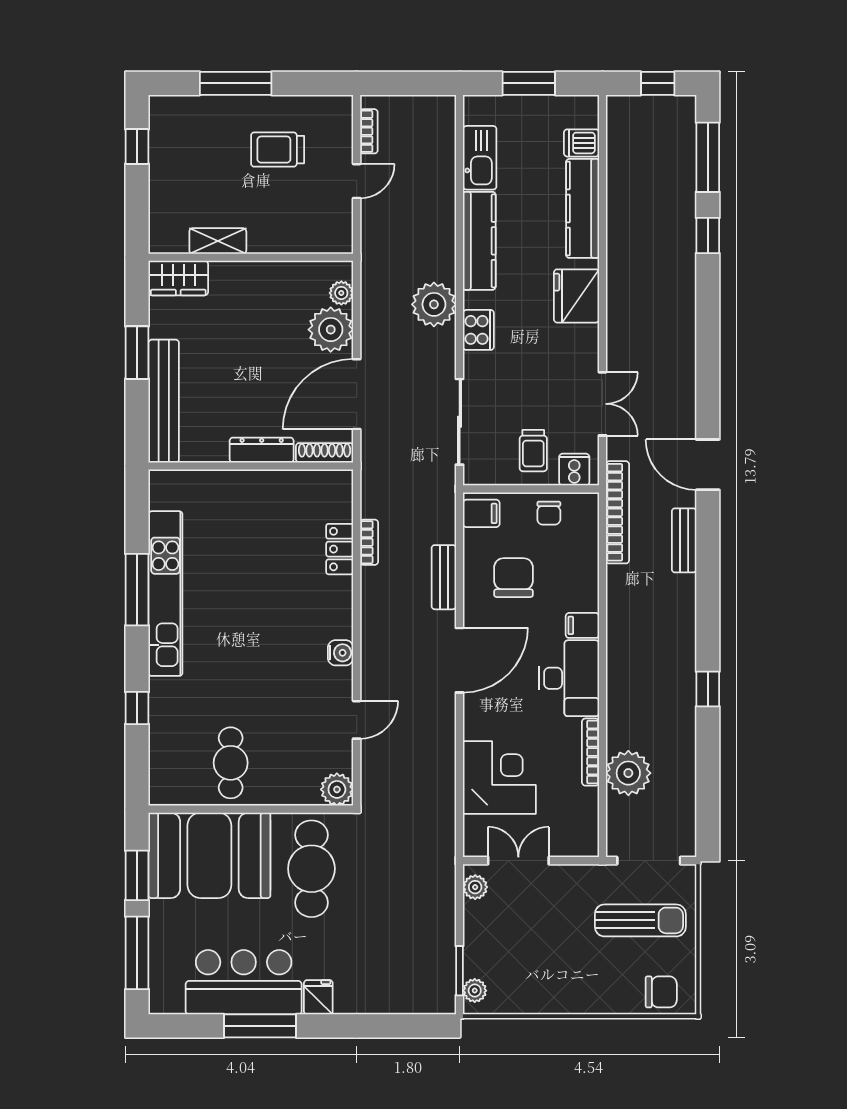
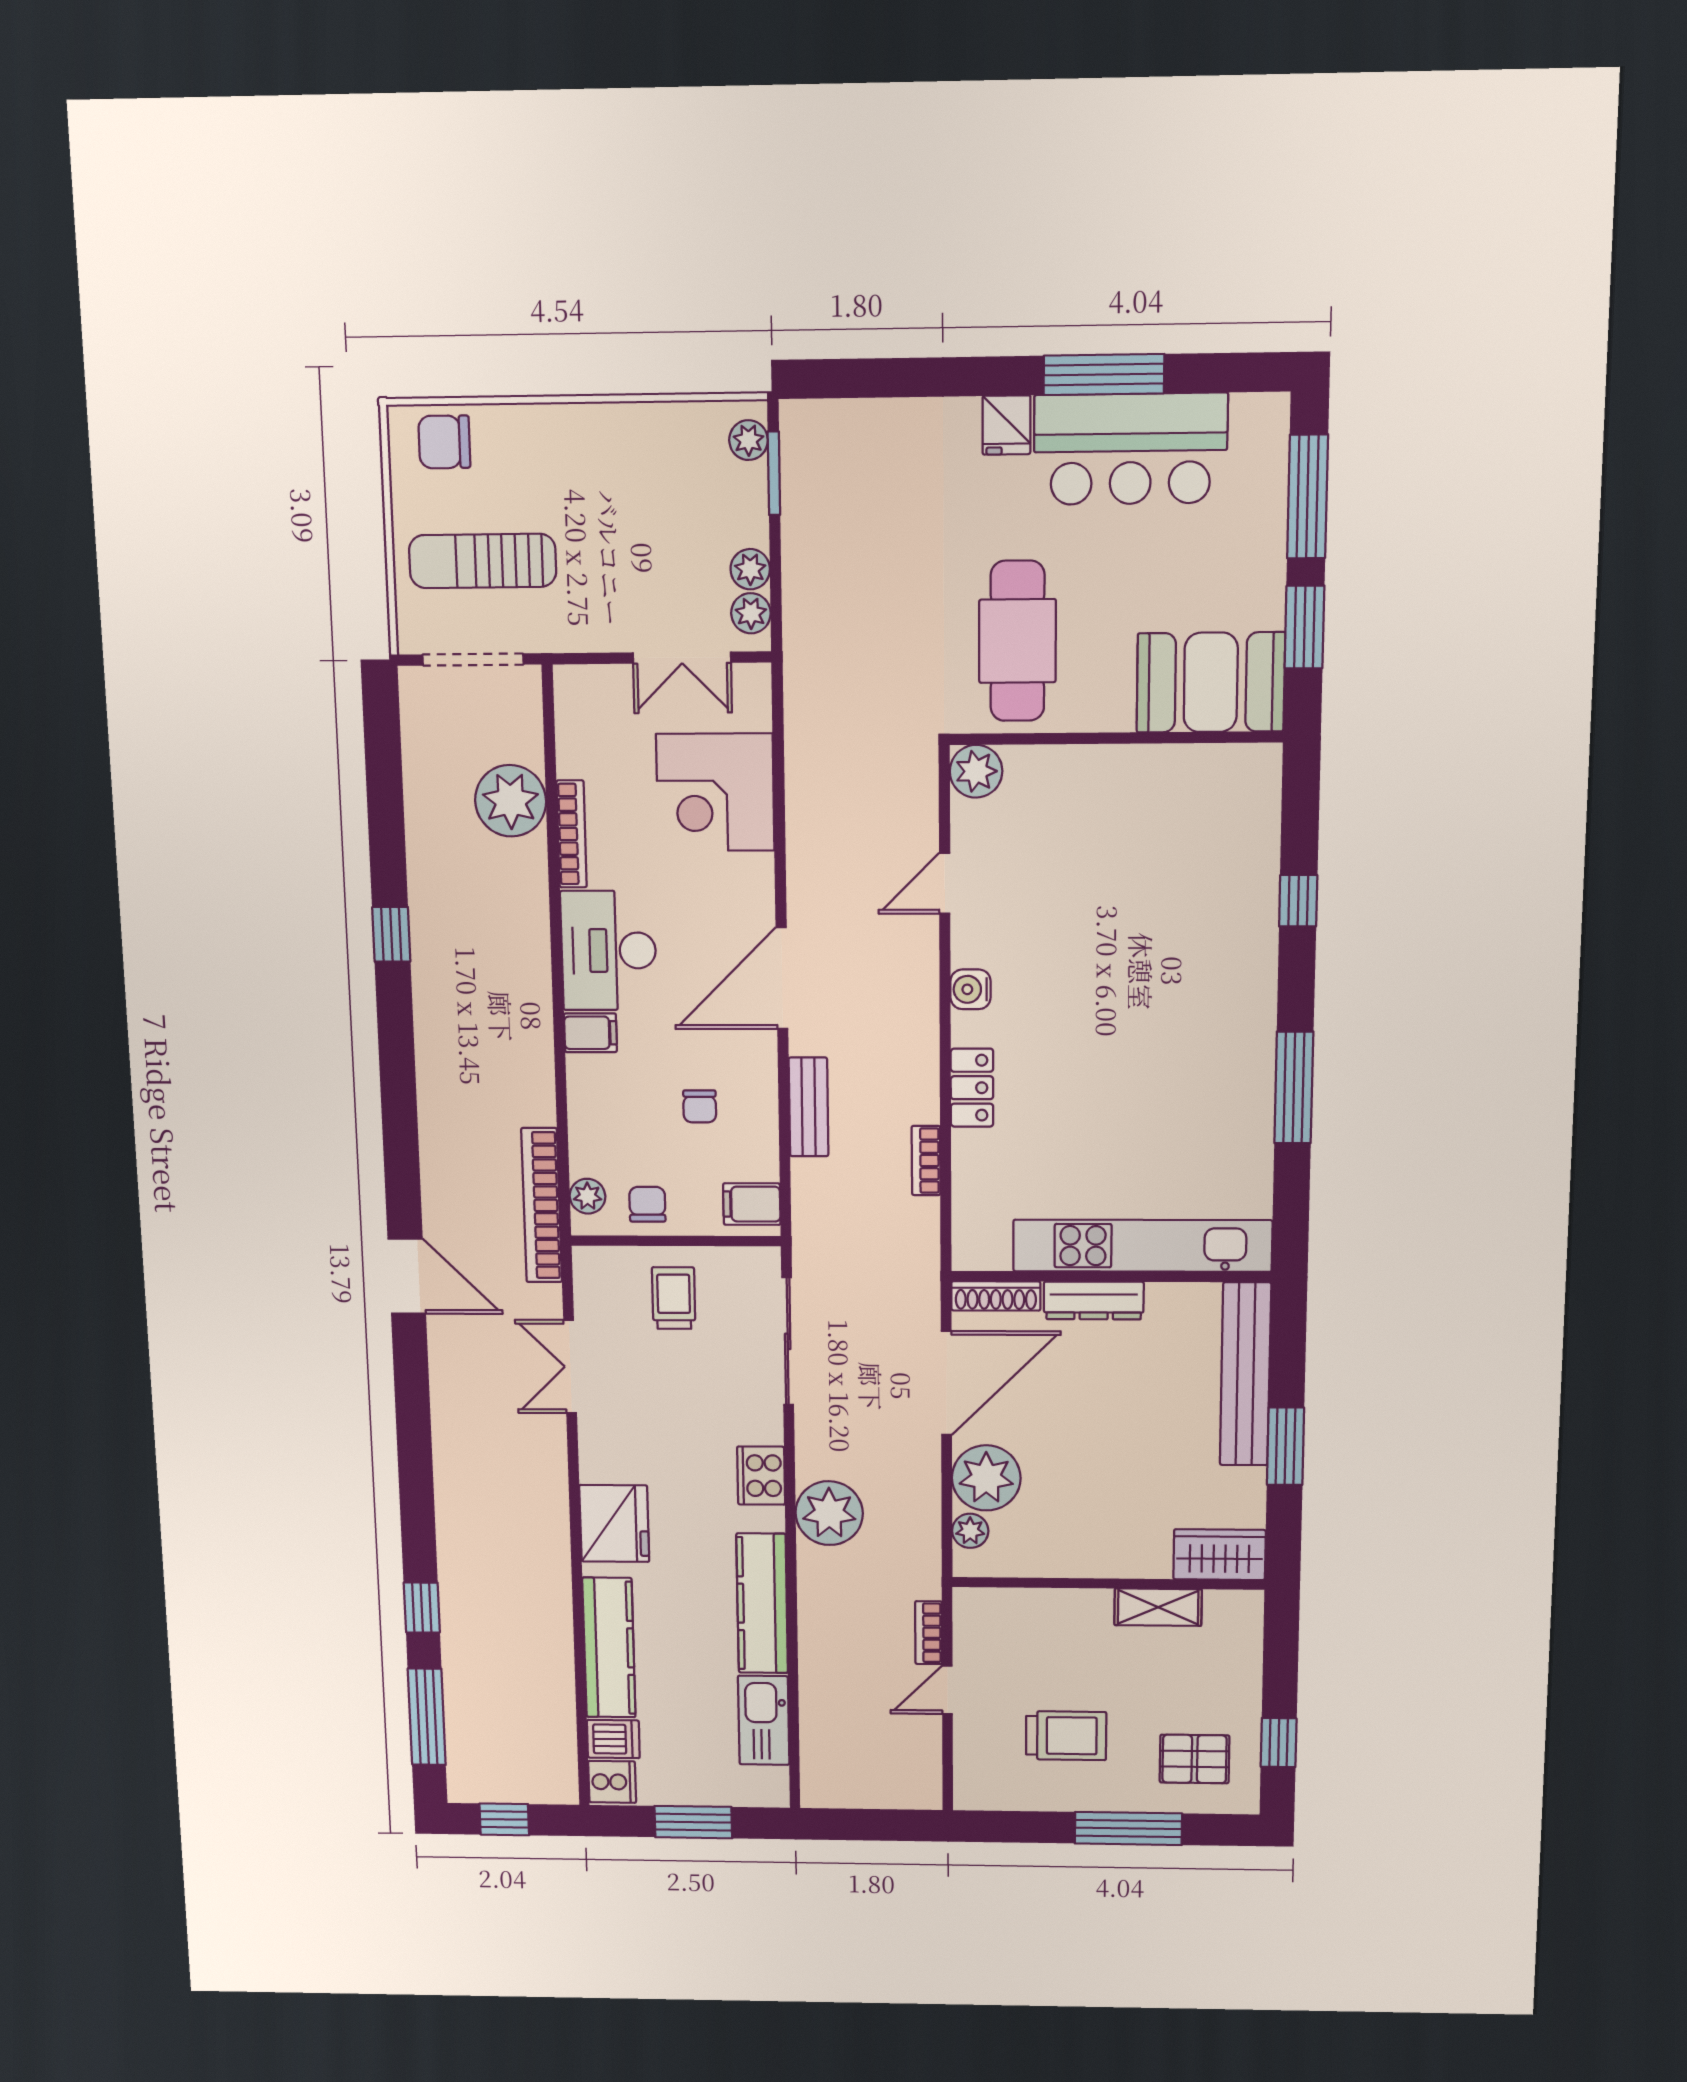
bookcase: (369, 131) -> (929, 1633), moved
pallet: (192, 134) -> (1194, 1759), added
cooker: (574, 470) -> (612, 1782), moved, turned -90
plant: (588, 518) -> (588, 1196), added
bench: (684, 540) -> (438, 1163), removed
locker: (340, 549) -> (972, 1088), moved
chair: (514, 578) -> (700, 1106), width x0.54, depth x0.54
kitchen unit: (165, 594) -> (1142, 1246), moved, turned 90
cafe table: (231, 763) -> (1148, 813), removed
booth: (209, 855) -> (1211, 682), width x0.73, depth x0.70
plant: (475, 914) -> (750, 569), added

